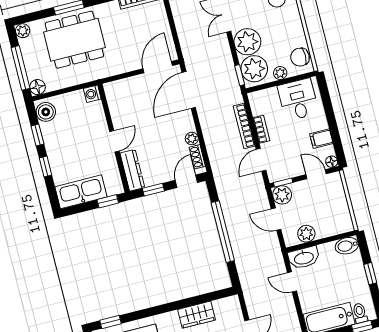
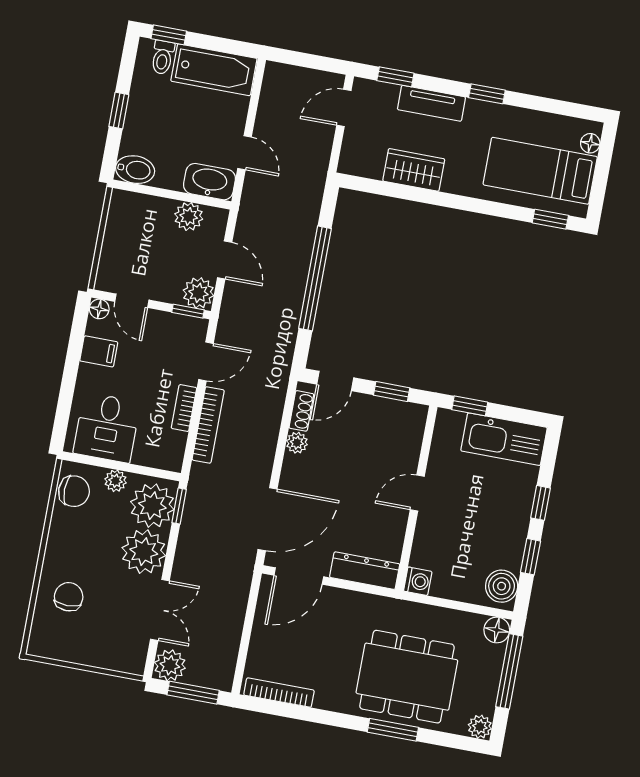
dresser: (132, 170) -> (365, 571), moved, turned 90

